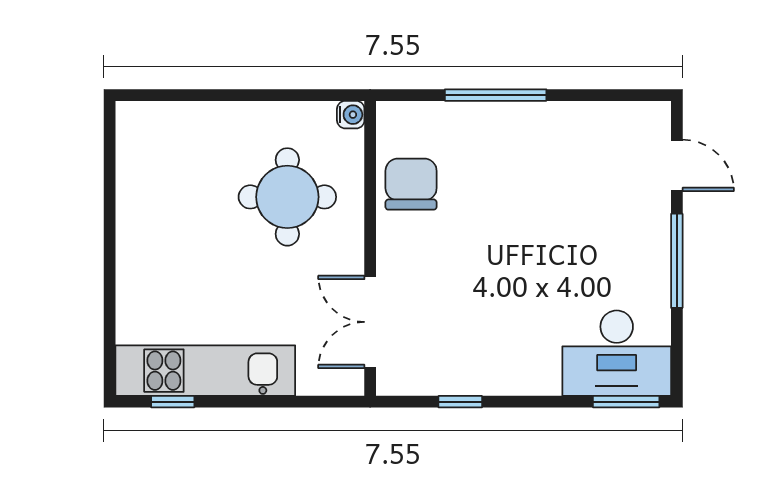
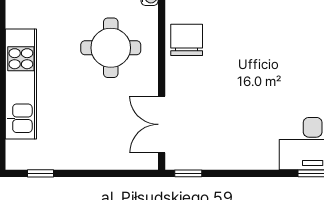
kitchen unit: (205, 371) -> (21, 84), moved, turned 90
window: (460, 402) -> (188, 173), moved

